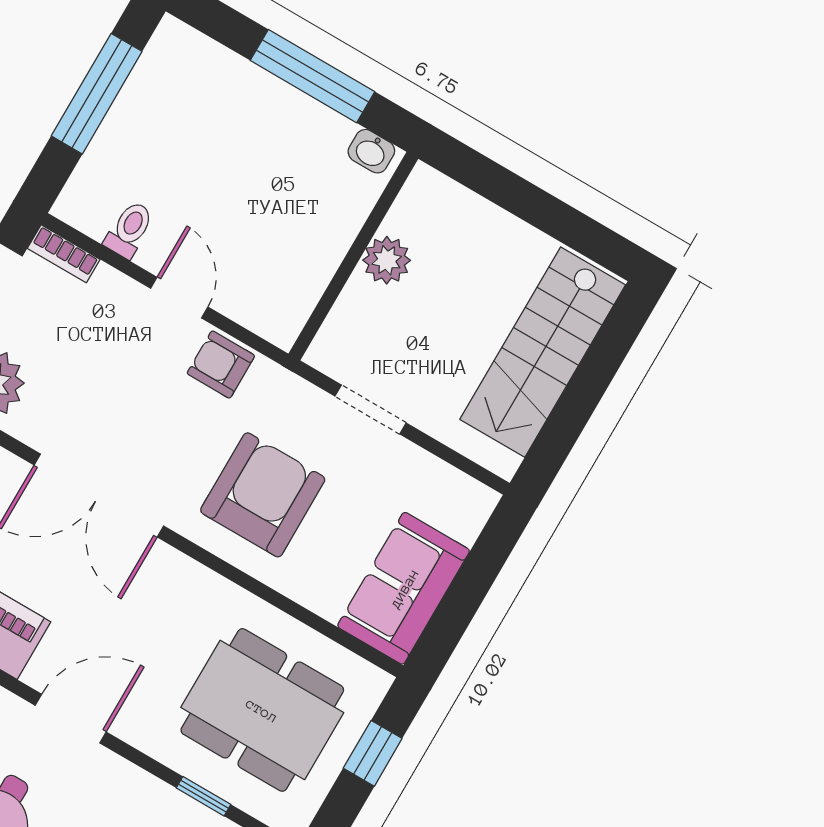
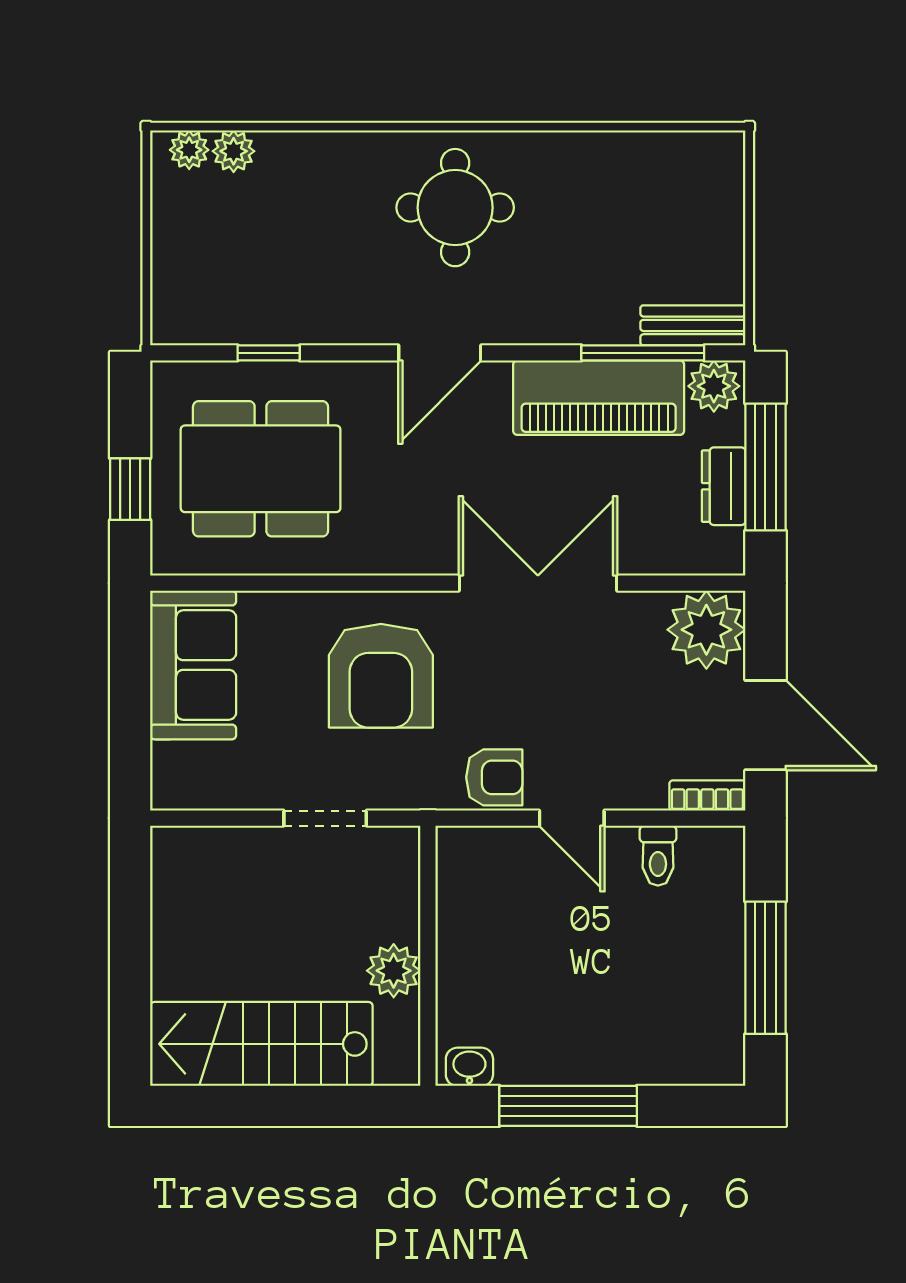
stairs: (543, 352) -> (261, 1044), moved, turned -90

